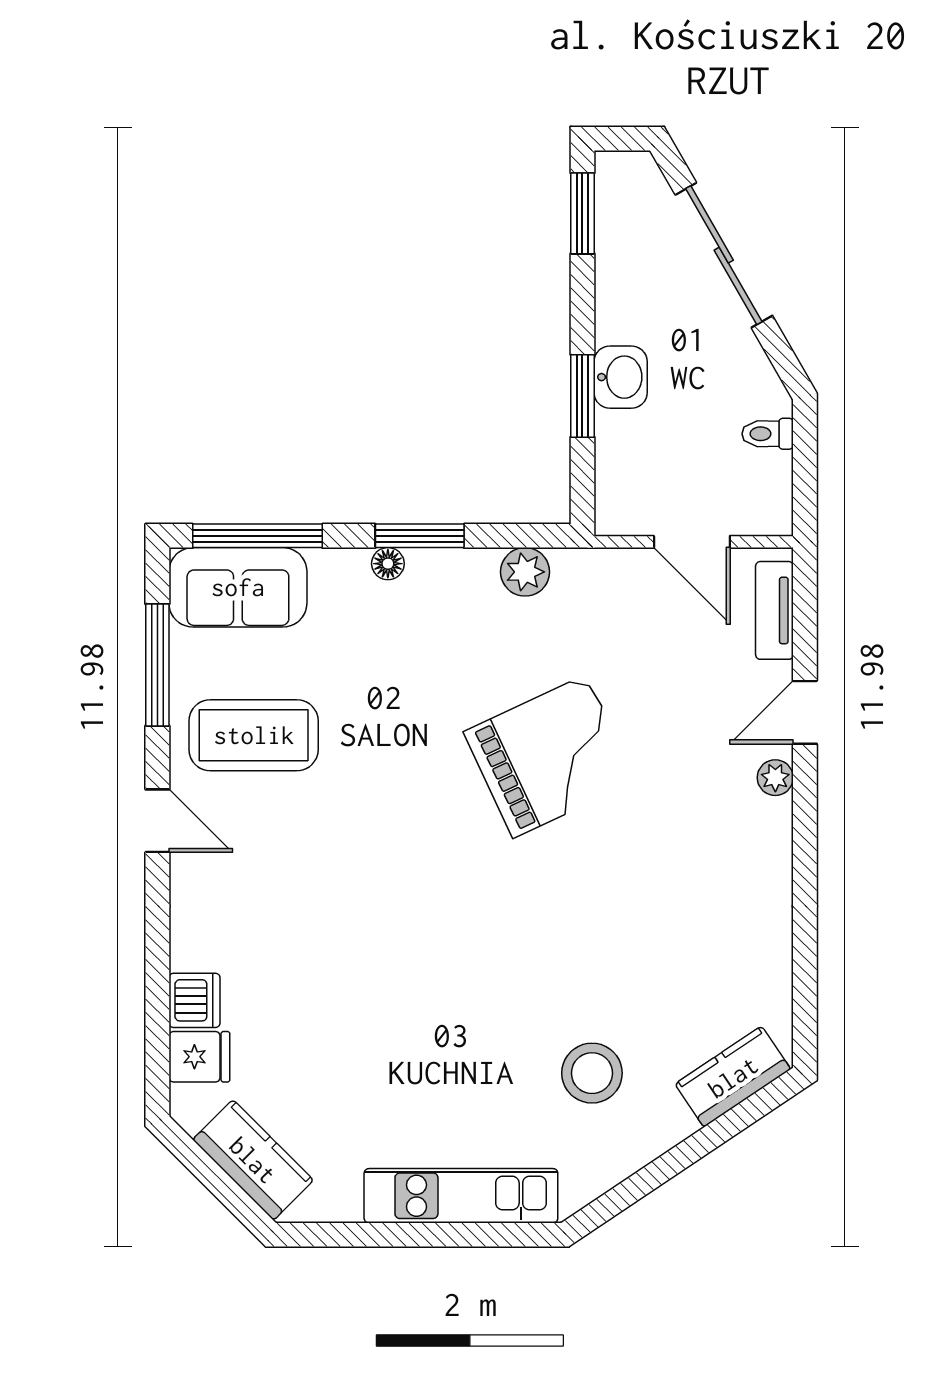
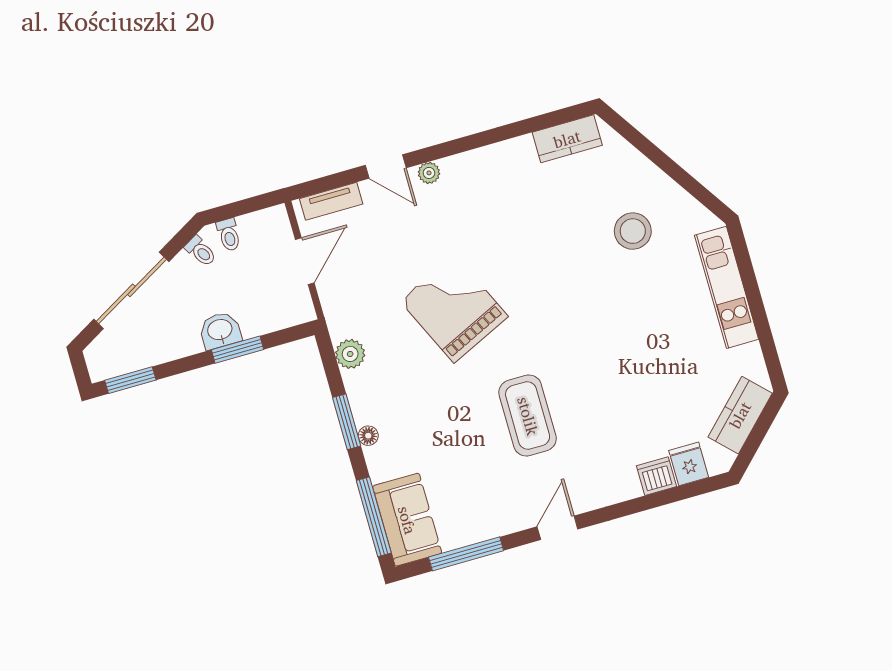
toilet: (754, 382) -> (201, 251), added
coffee table: (254, 735) -> (528, 416), moved
kitchen counter: (733, 1077) -> (567, 139), moved, turned -56

